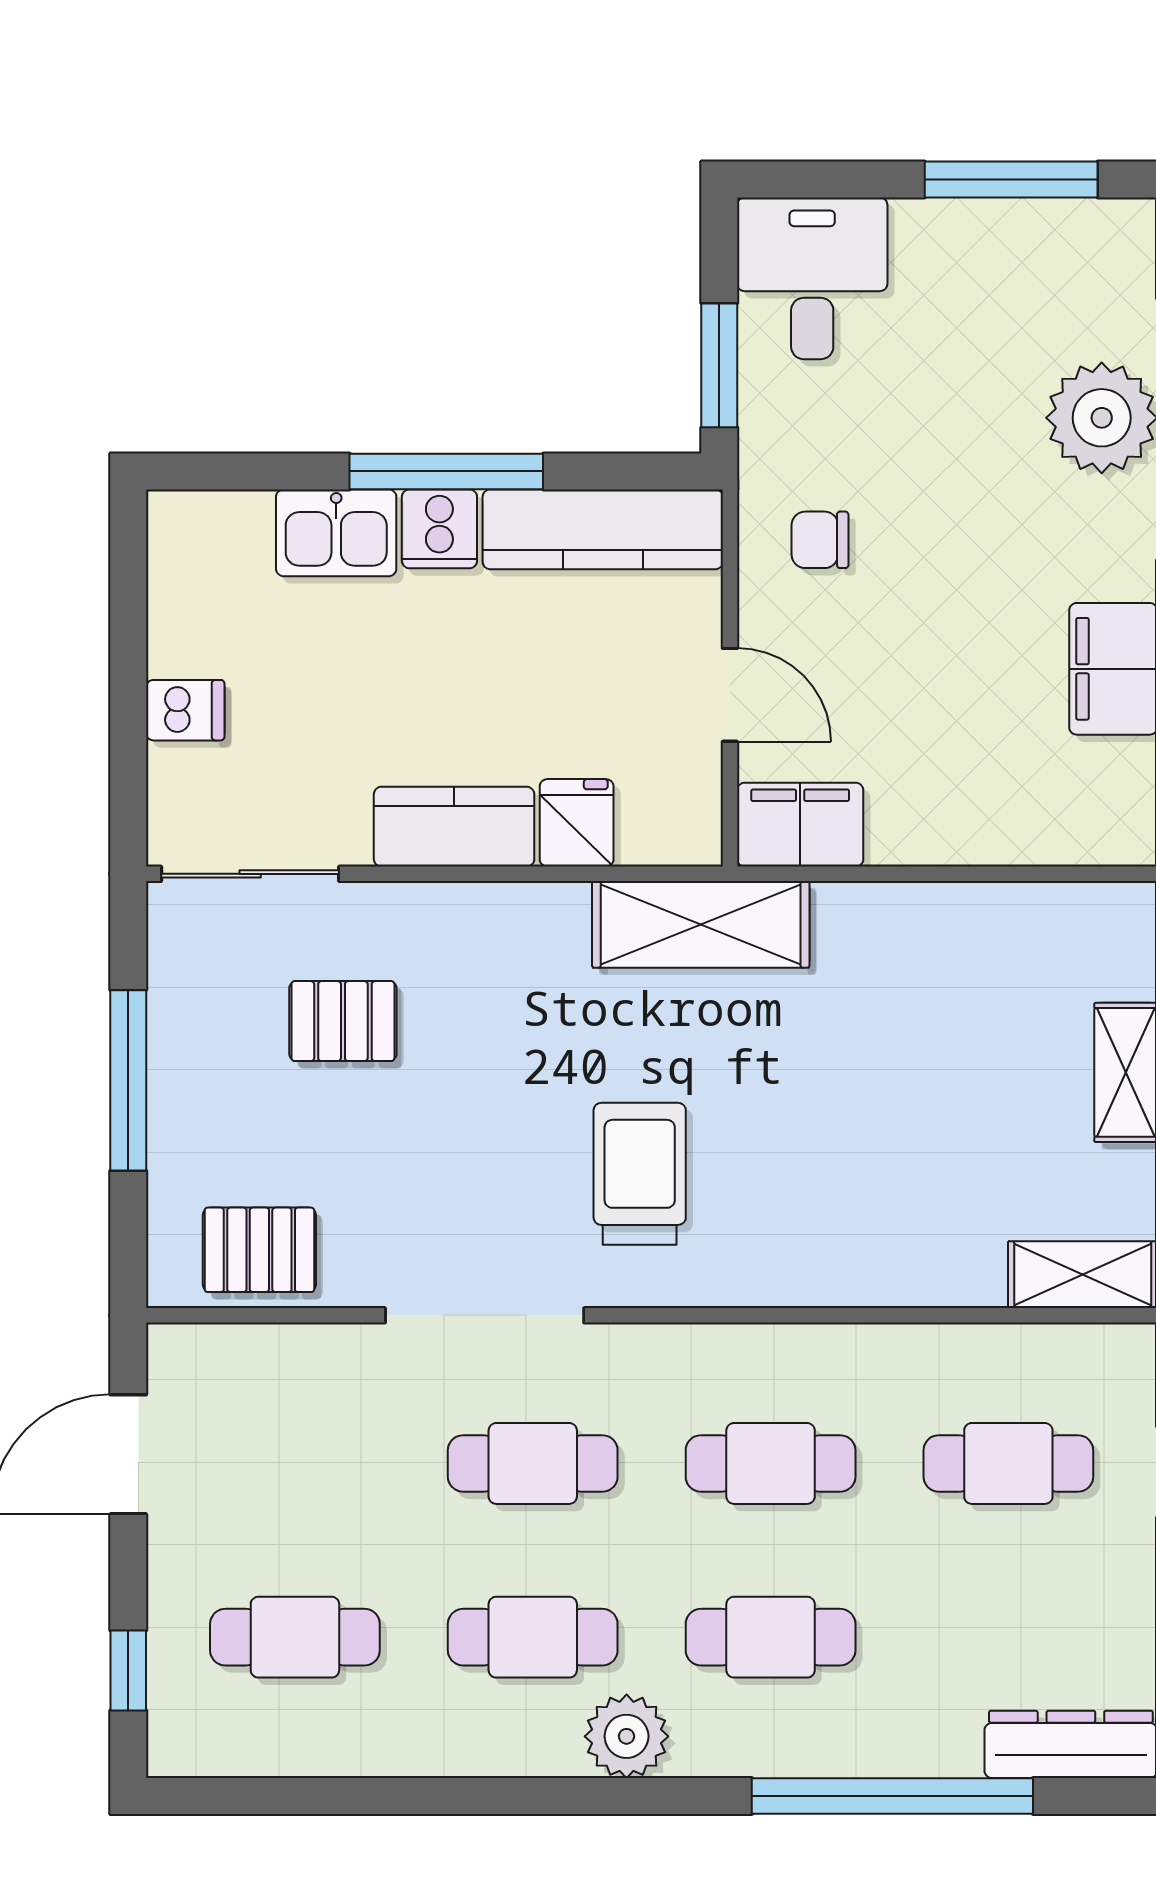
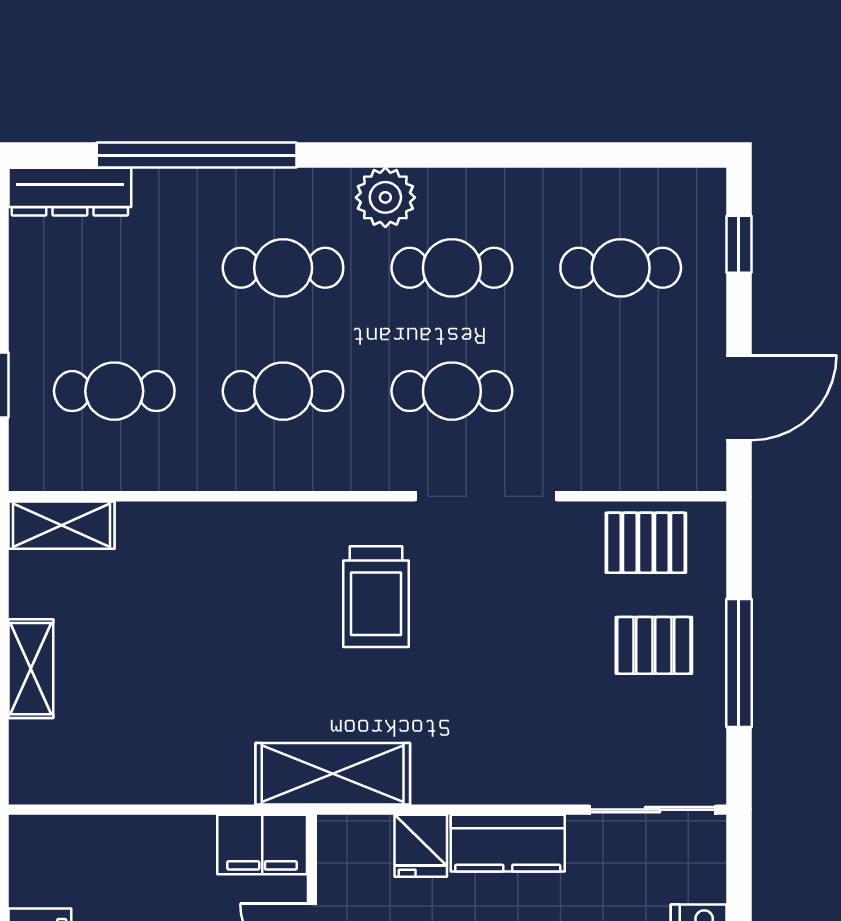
pallet: (343, 1021) -> (654, 645), moved

